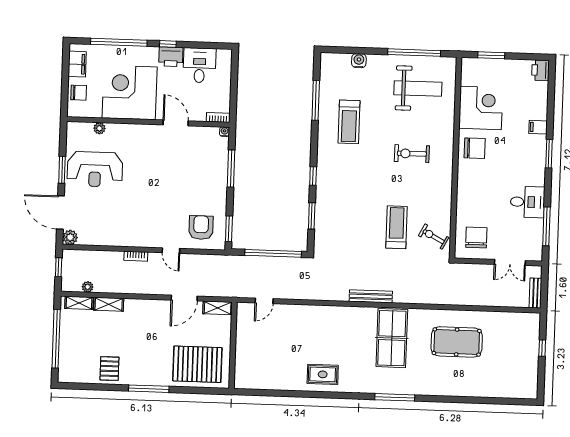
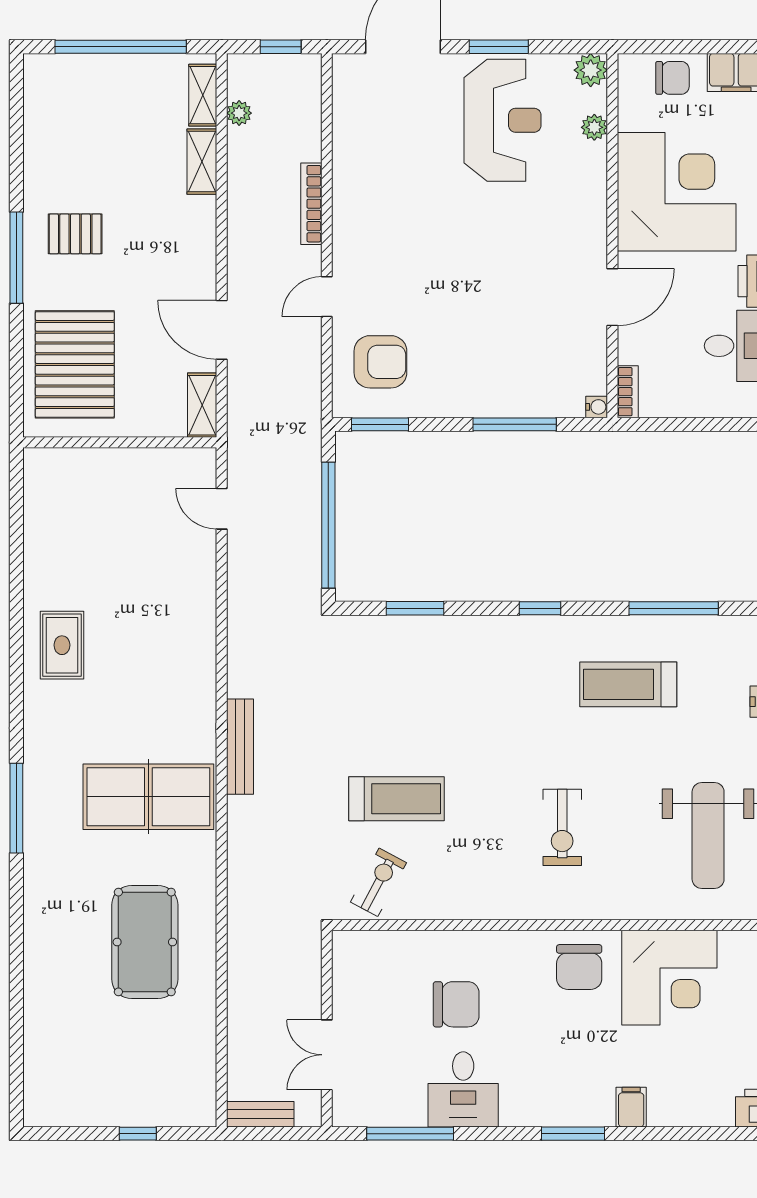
chair: (79, 93) -> (672, 78), turned -90
exercise bike: (412, 154) -> (562, 827), turned 180
reception desk: (95, 169) -> (503, 120), turned 180
window: (313, 176) -> (540, 608), moved
plant: (70, 237) -> (591, 70), moved
chair: (476, 237) -> (456, 1004), moved
bookcase: (136, 256) -> (311, 204), width x1.56
pallet: (109, 369) -> (75, 234), moved

